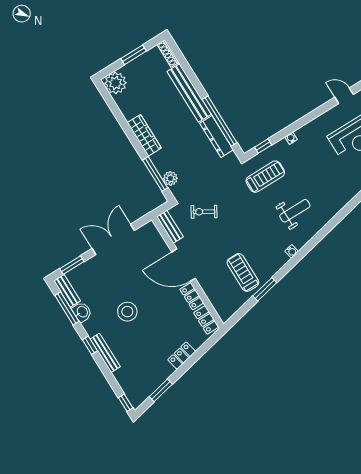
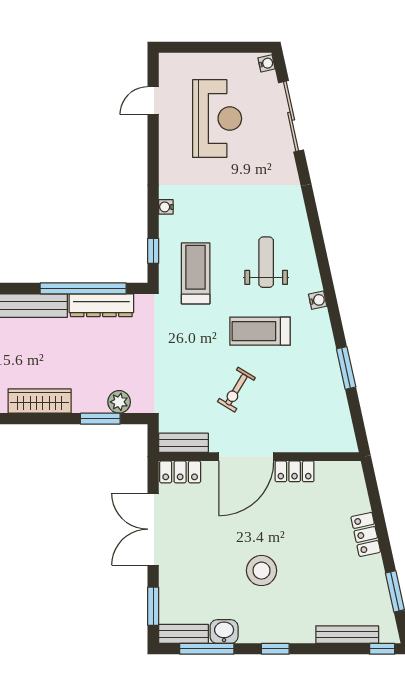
window: (155, 174) -> (100, 419), width x0.69
exercise bike: (204, 212) -> (236, 390), moved
treadmill: (243, 272) -> (260, 331), moved
locker: (206, 320) -> (180, 472), moved
bench: (105, 353) -> (347, 635), moved

